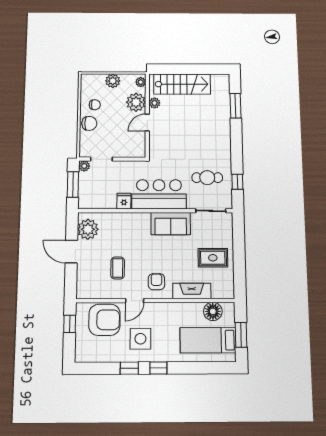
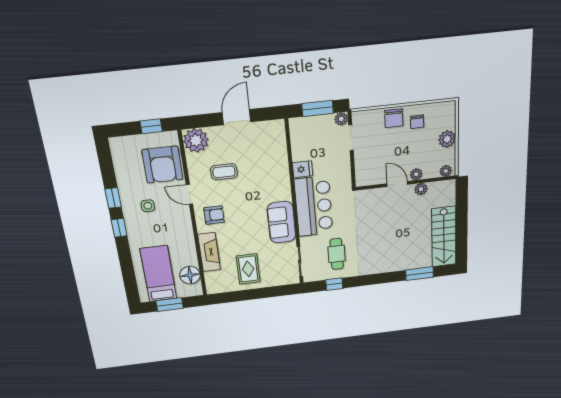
stairs: (182, 84) -> (444, 237), moved
plant: (136, 102) -> (416, 174), width x0.53, depth x0.53
plant: (88, 229) -> (196, 140), moved
side table: (140, 339) -> (148, 206), width x0.54, depth x0.54

